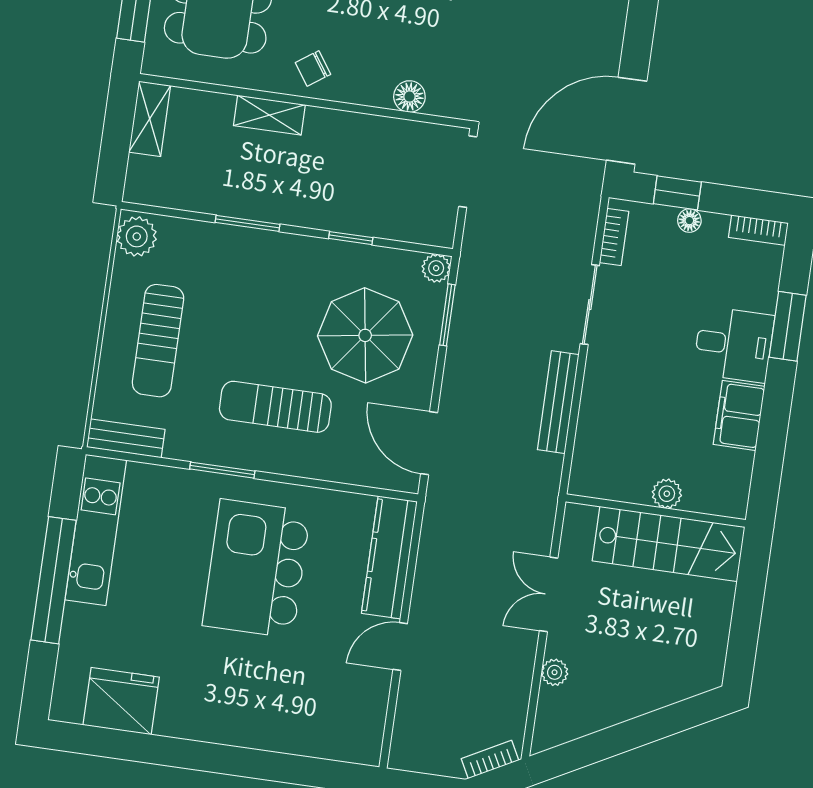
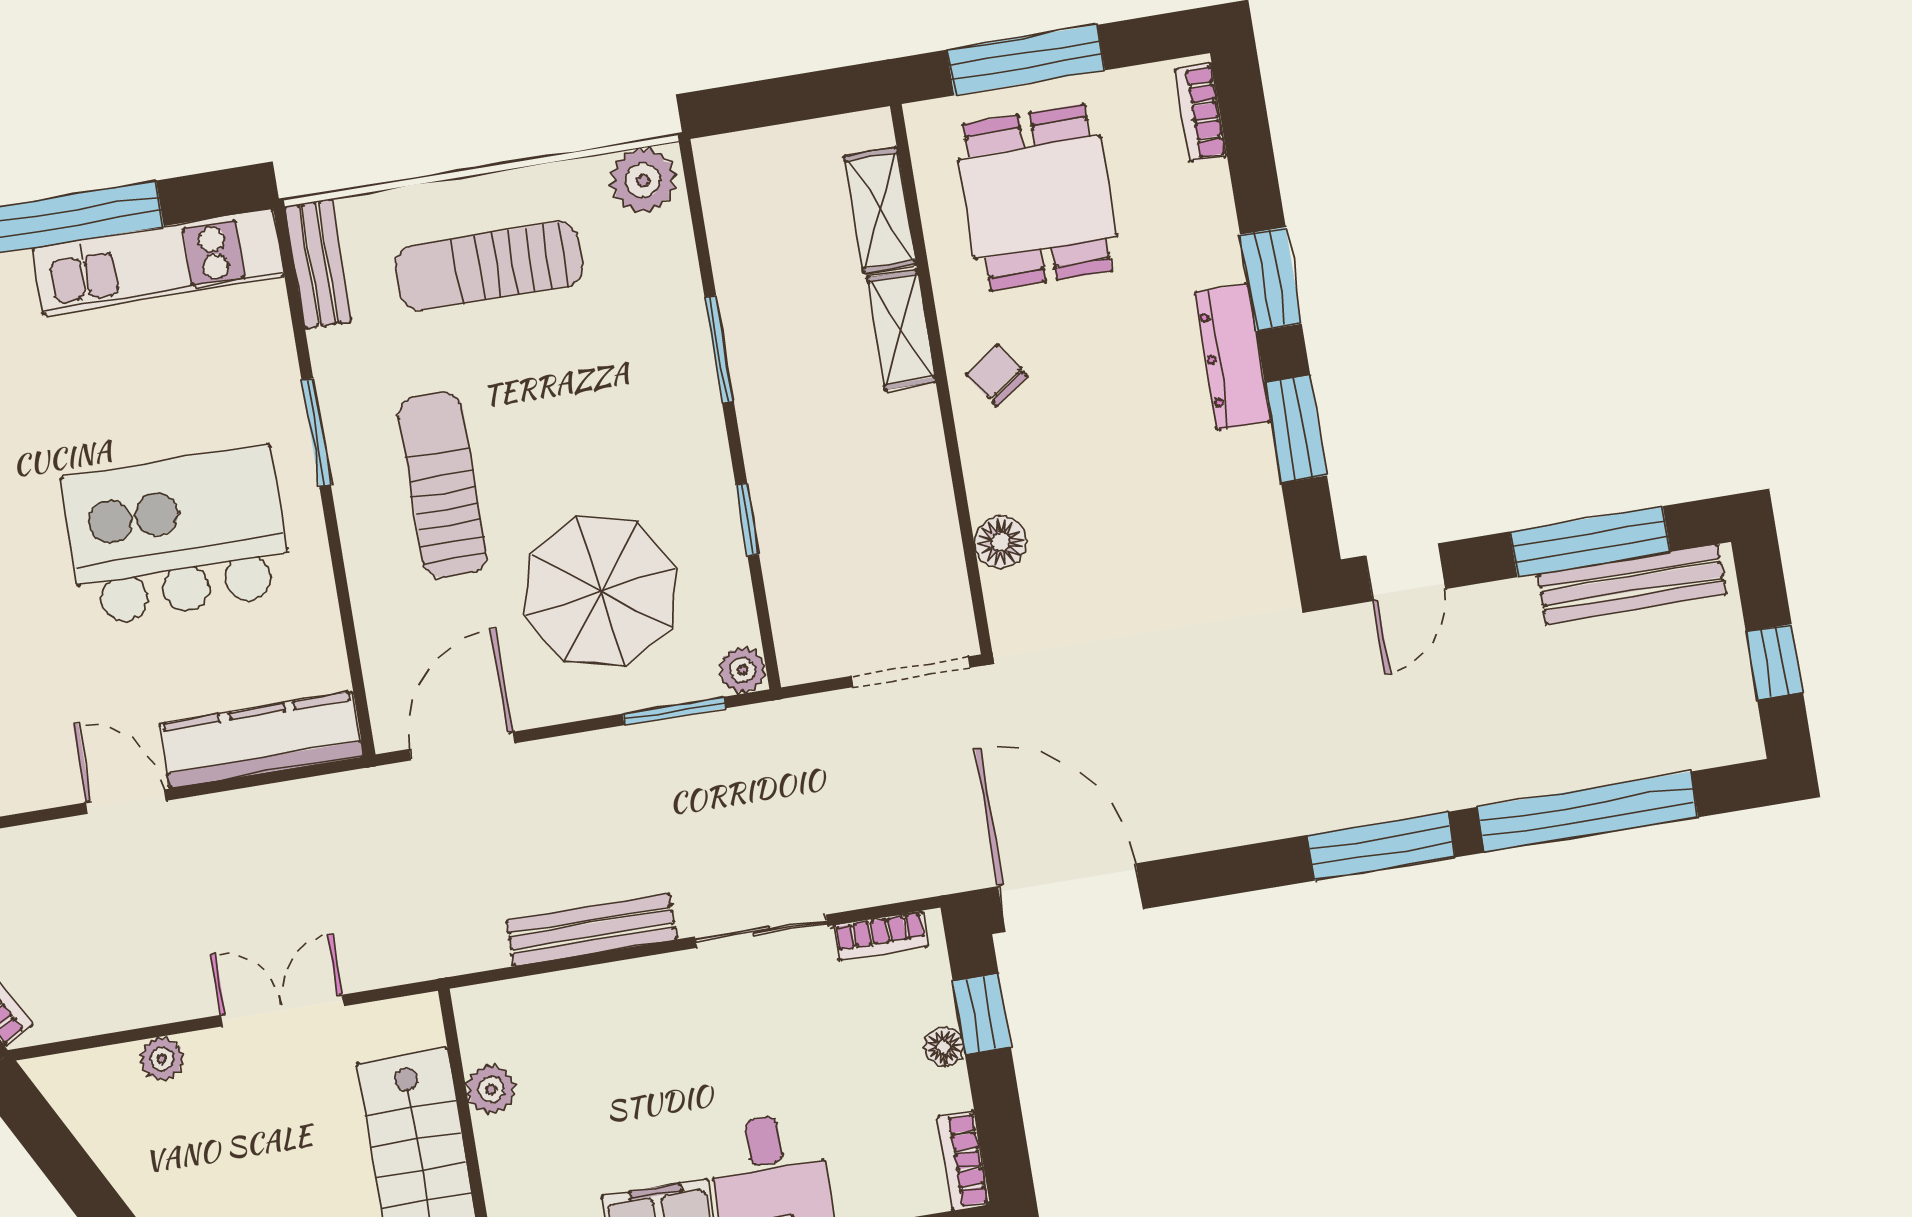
shelving: (150, 119) -> (880, 211), moved, turned 90
plant: (667, 494) -> (491, 1089), moved

